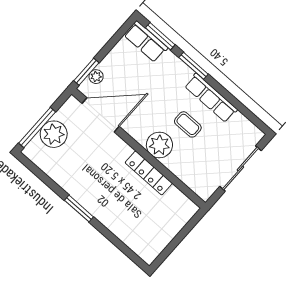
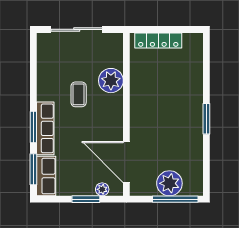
window: (86, 72) -> (86, 199), moved
row of seats: (211, 98) -> (45, 128), moved
plant: (159, 145) -> (111, 81), moved
locker: (149, 173) -> (158, 40), moved, turned 90

